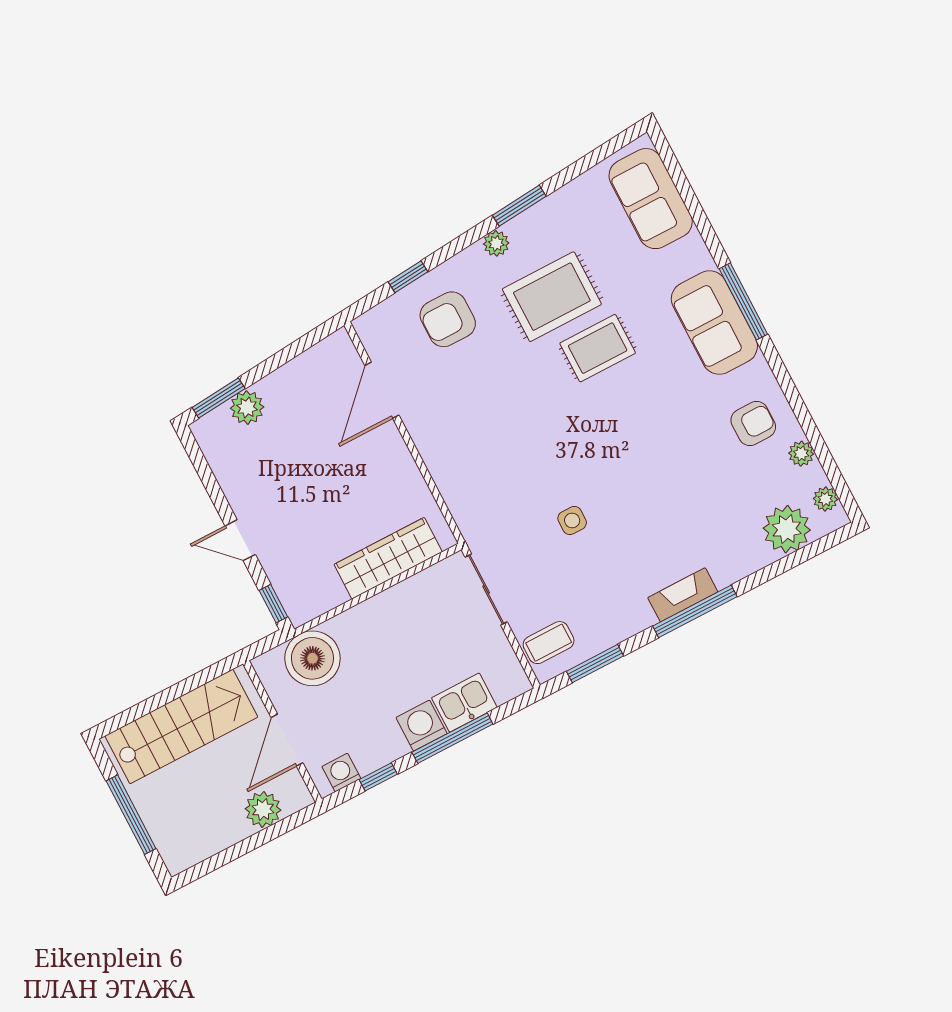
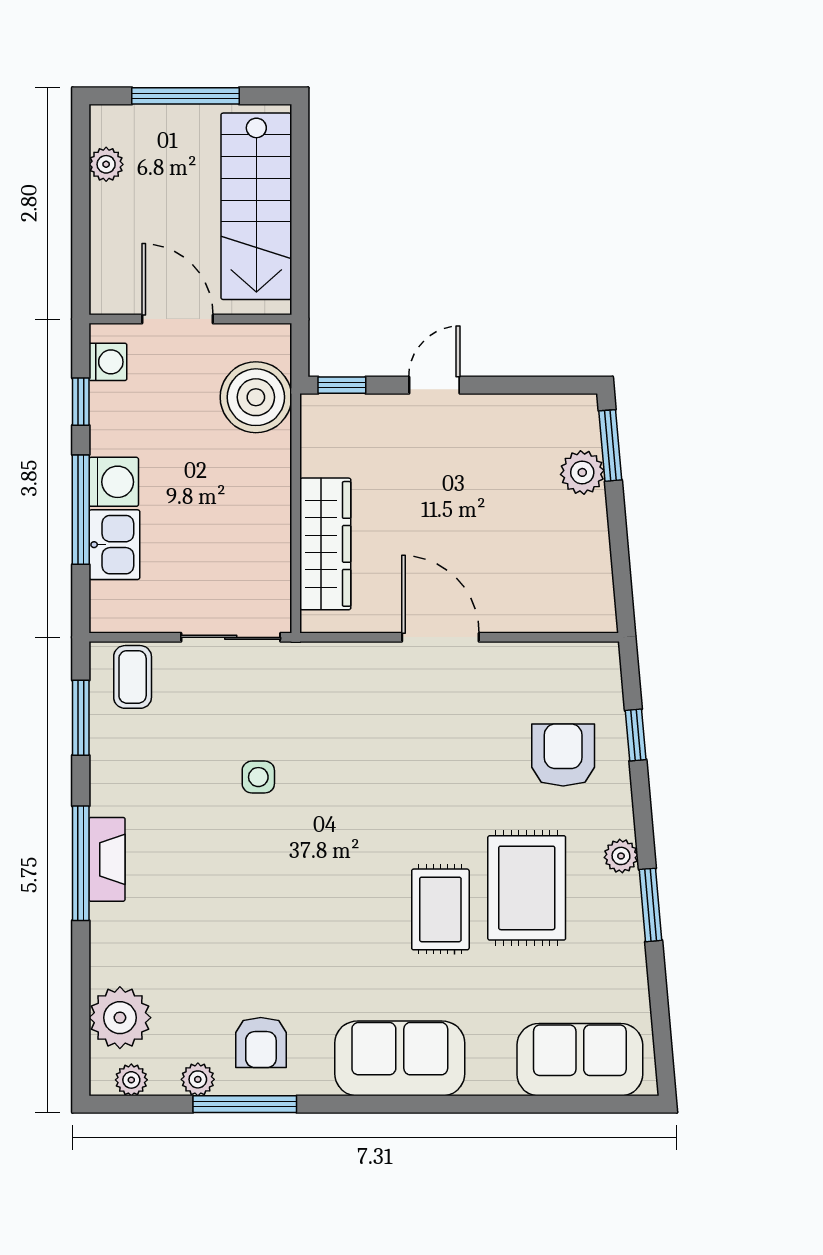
window: (743, 301) -> (245, 1104), moved
door: (382, 390) -> (440, 637), moved
plant: (263, 809) -> (106, 164), moved, width x0.73, depth x0.73

